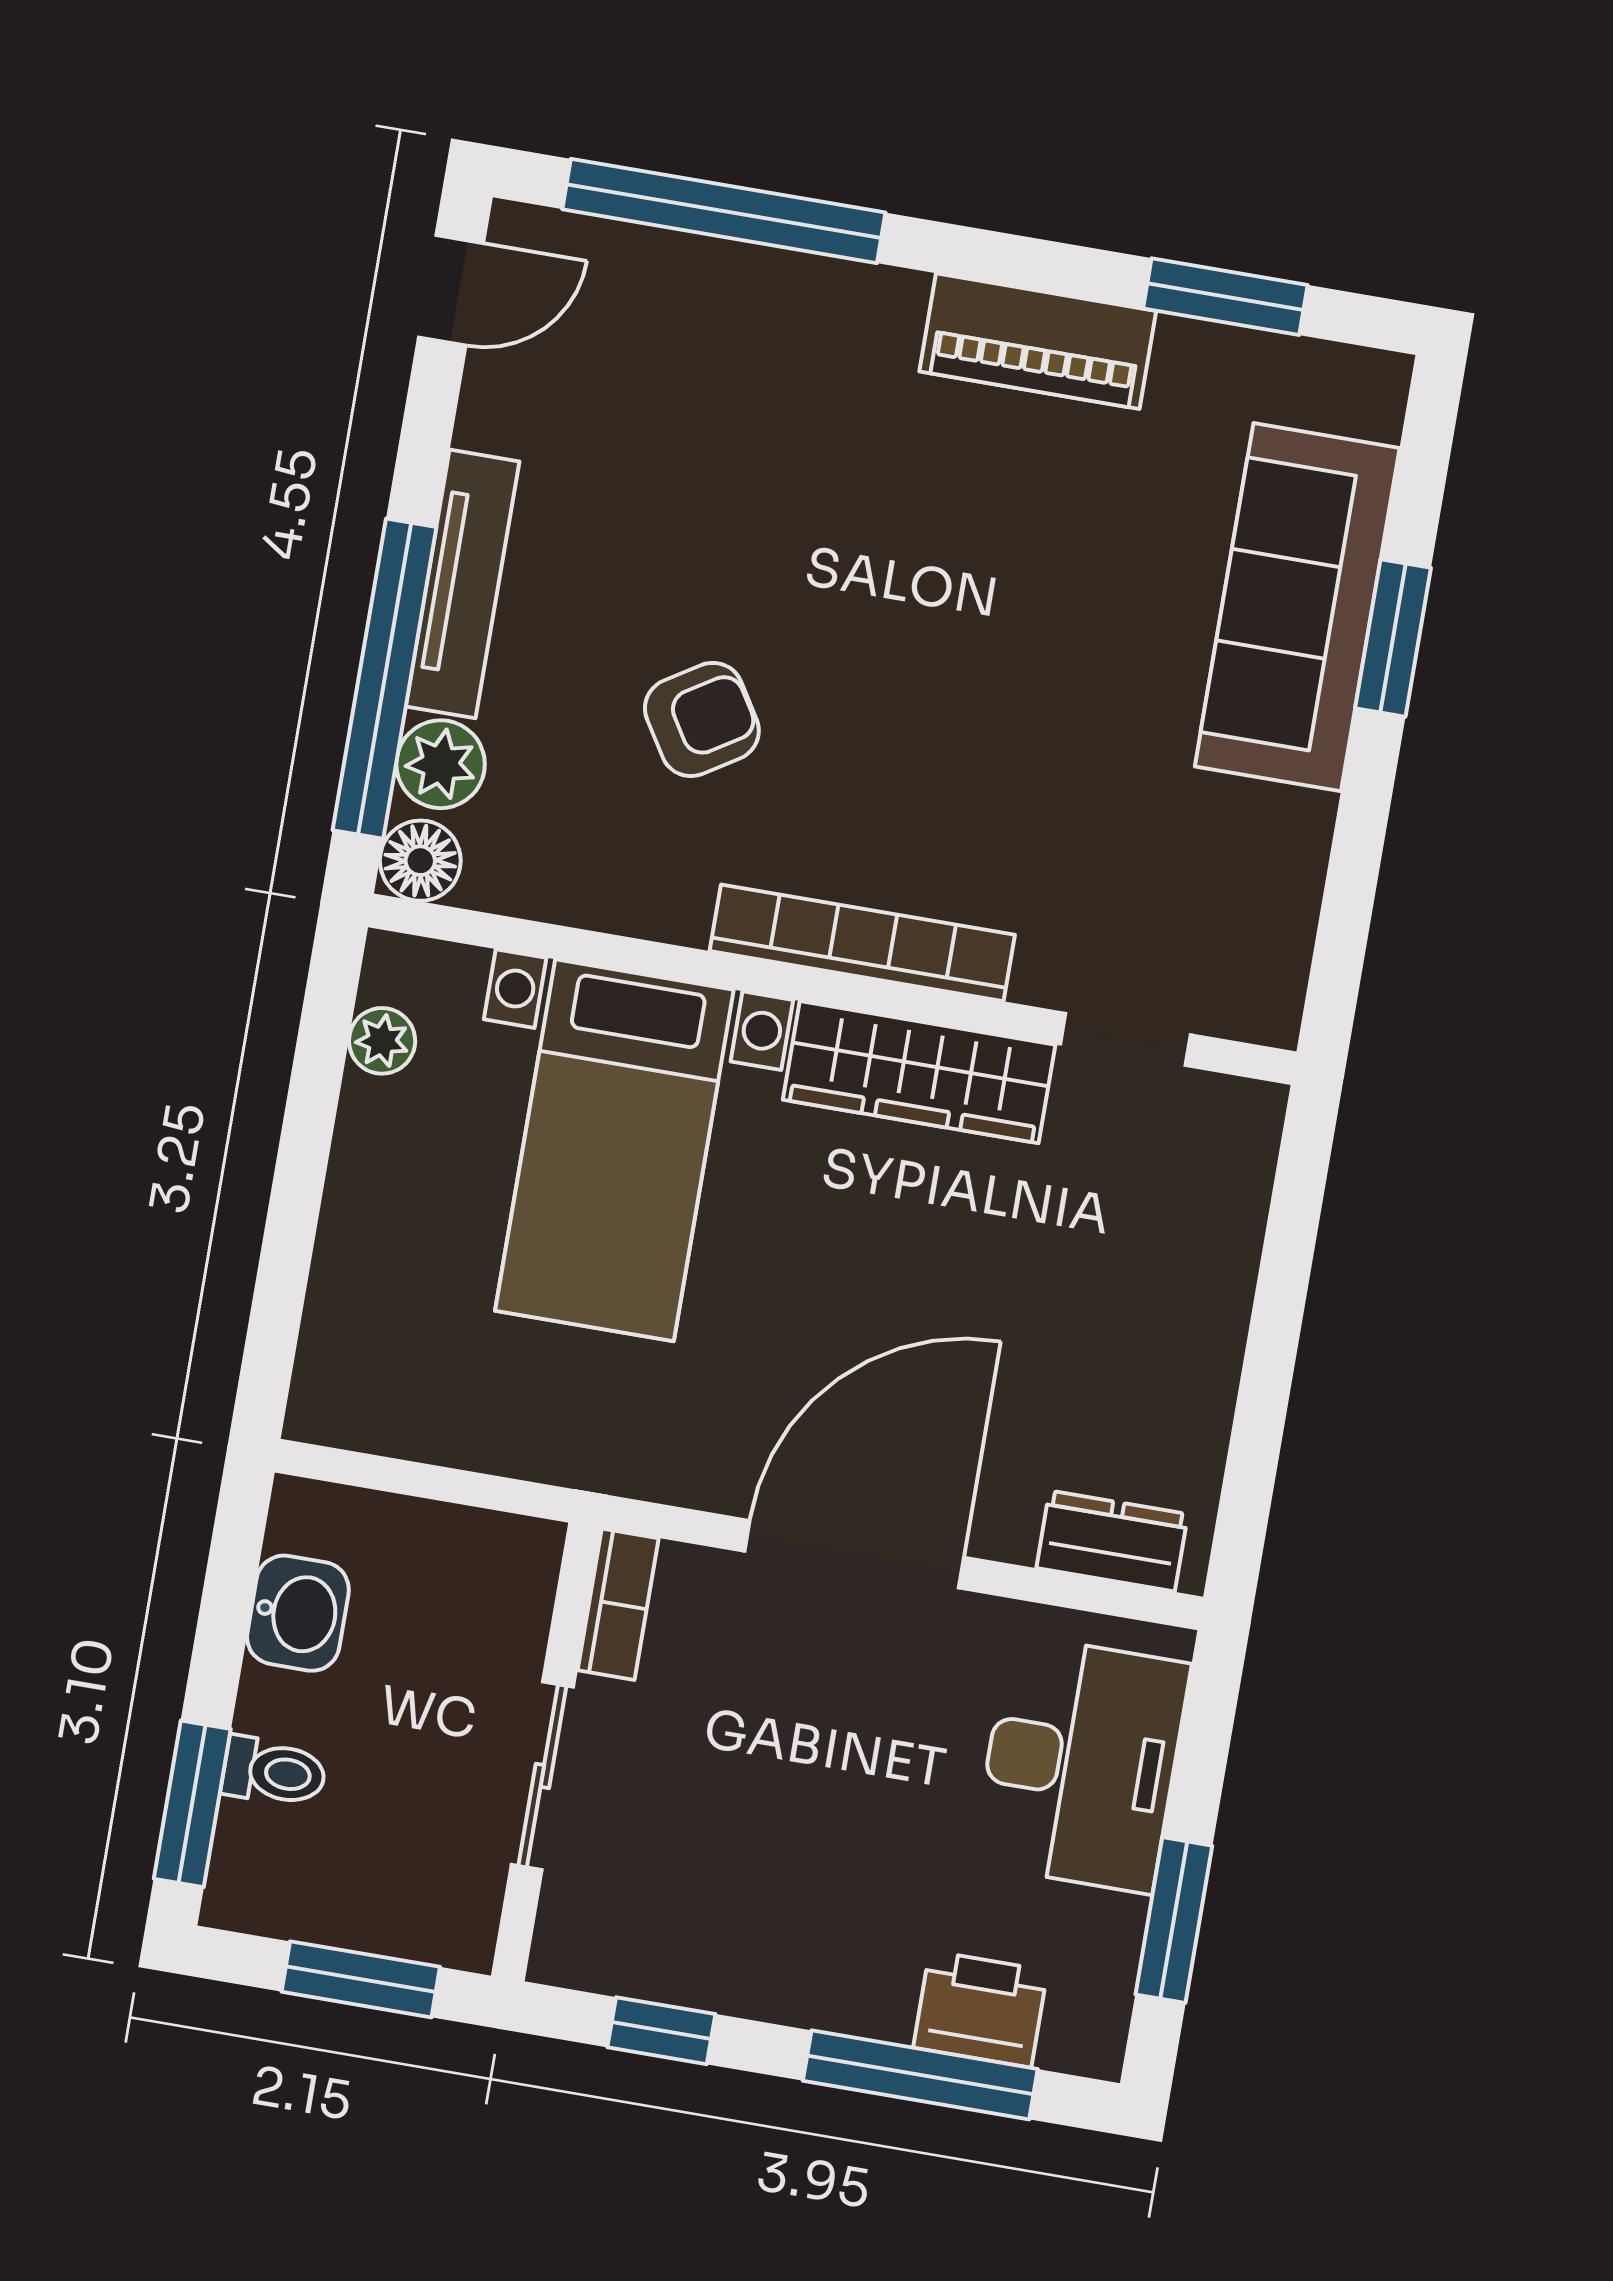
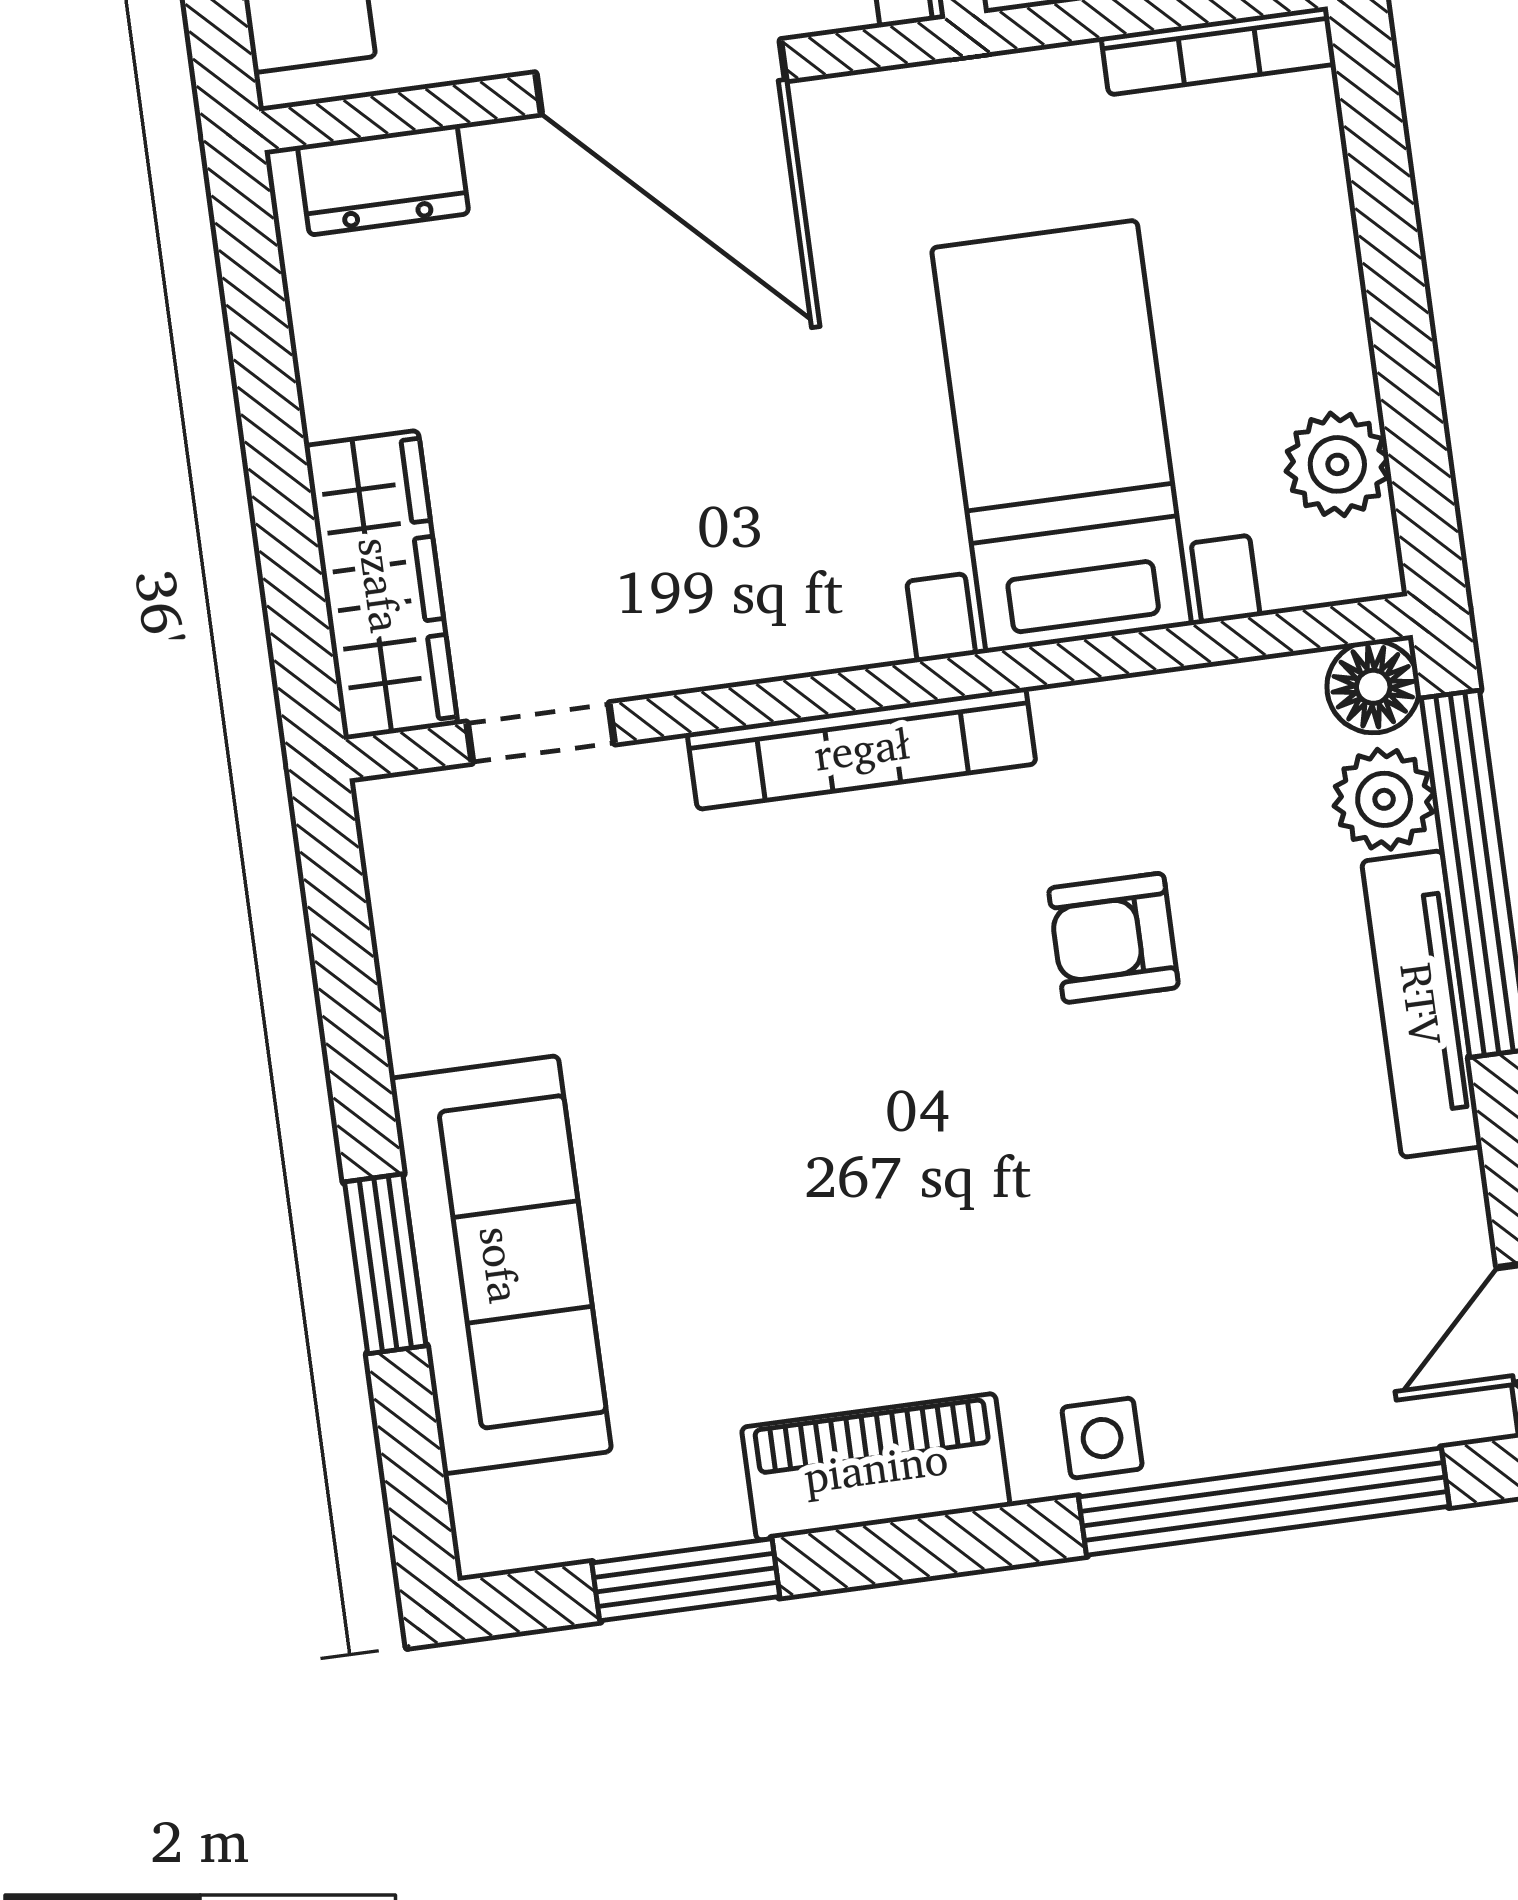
side table: (842, 306) -> (1102, 1438), added
armchair: (702, 719) -> (1113, 938), turned 32
plant: (382, 1041) -> (1337, 464), width x1.38, depth x1.38
wardrobe: (919, 1072) -> (381, 585), moved, turned 90
bookcase: (383, 1431) -> (1218, 51), added
door: (854, 1554) -> (661, 77), hinge flipped

